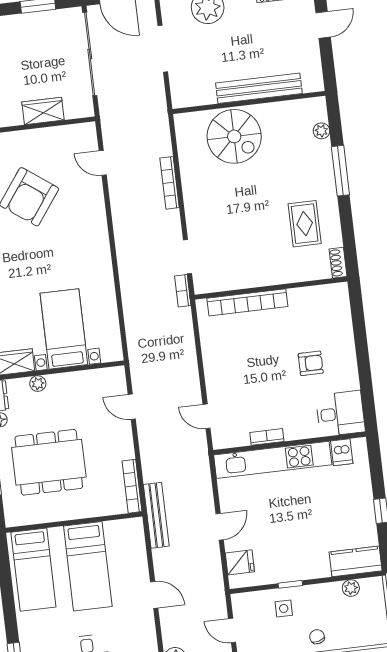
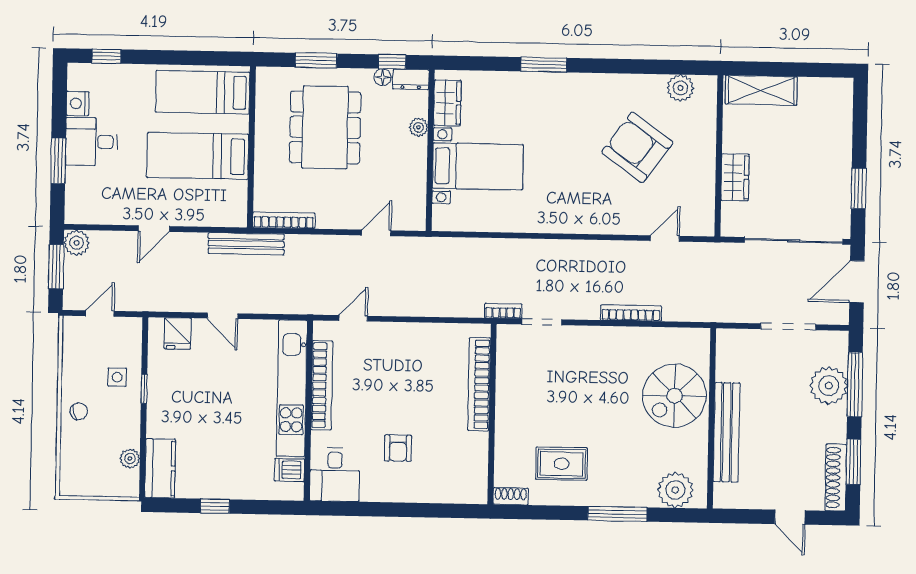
plant: (321, 131) -> (675, 490), width x1.88, depth x1.88
bookcase: (267, 437) -> (322, 385), width x2.31, depth x1.31

